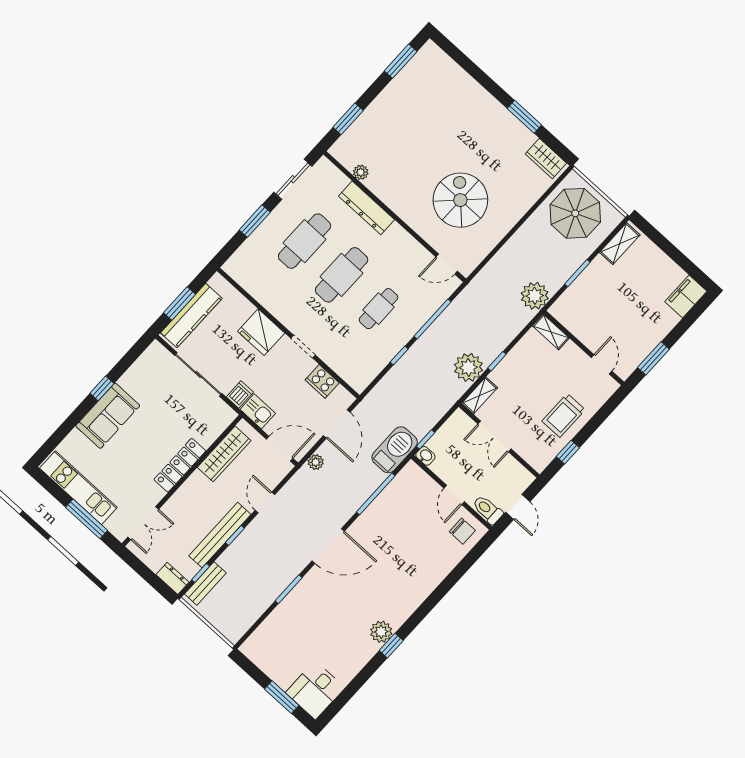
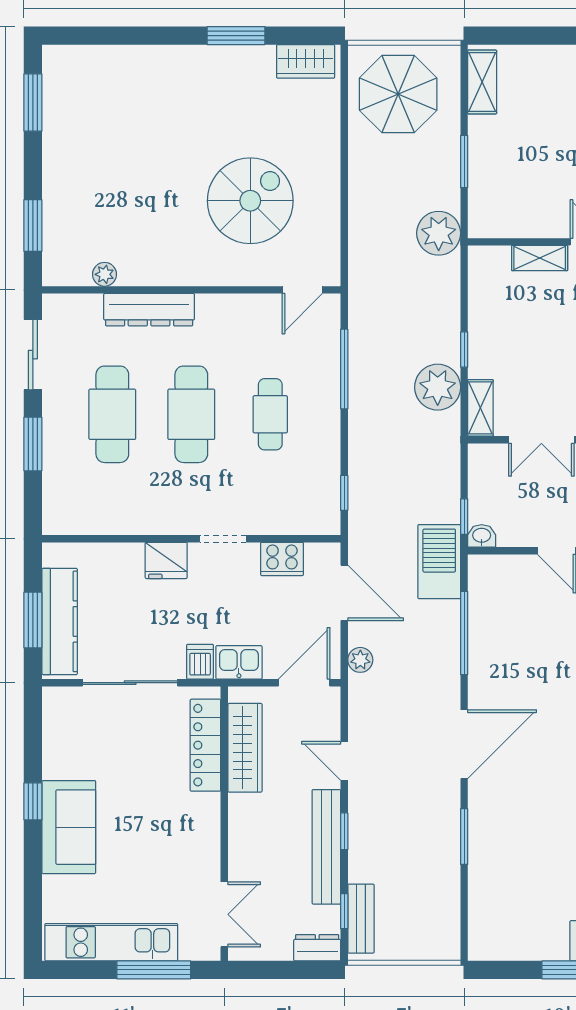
spiral stairs: (460, 200) -> (250, 201), turned 90
fridge: (261, 332) -> (166, 560), width x0.73, depth x0.75
shelving: (551, 332) -> (540, 258), moved
window: (399, 355) -> (344, 493), moved
locker: (180, 465) -> (205, 745), moved

